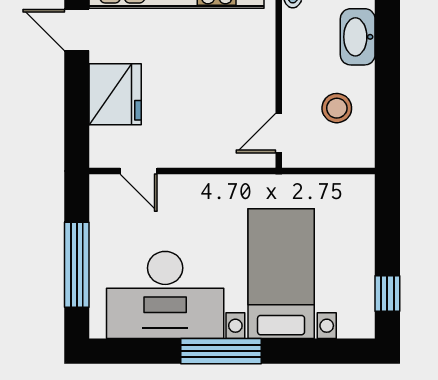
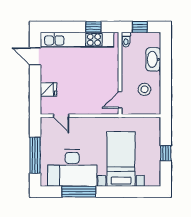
fridge: (115, 94) -> (48, 90), width x0.53, depth x0.75
window: (387, 293) -> (166, 153), moved
window: (221, 351) -> (79, 192), moved

